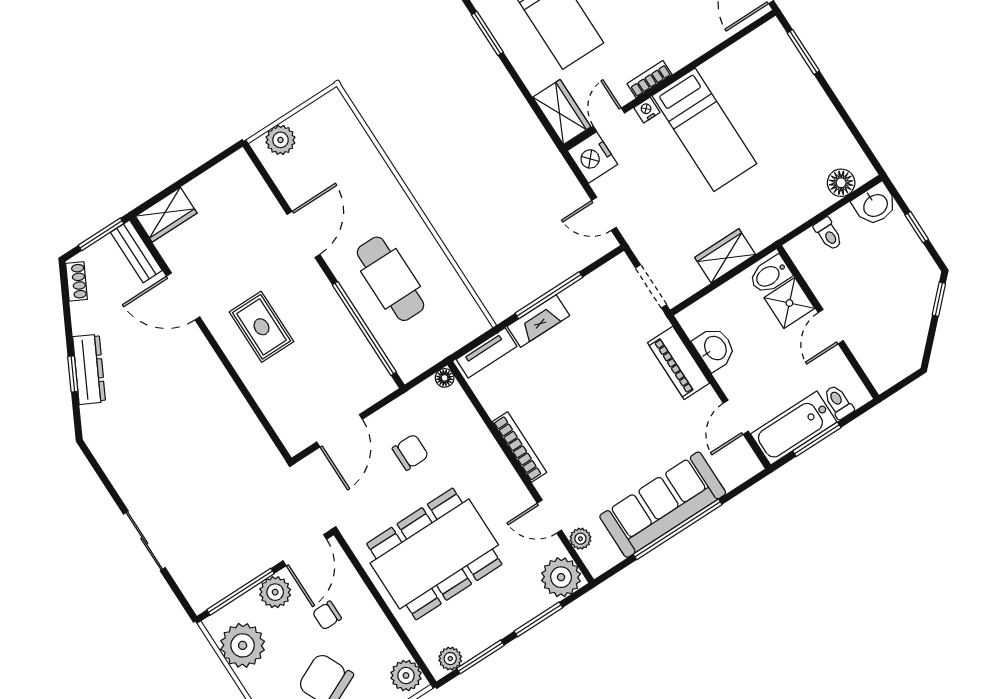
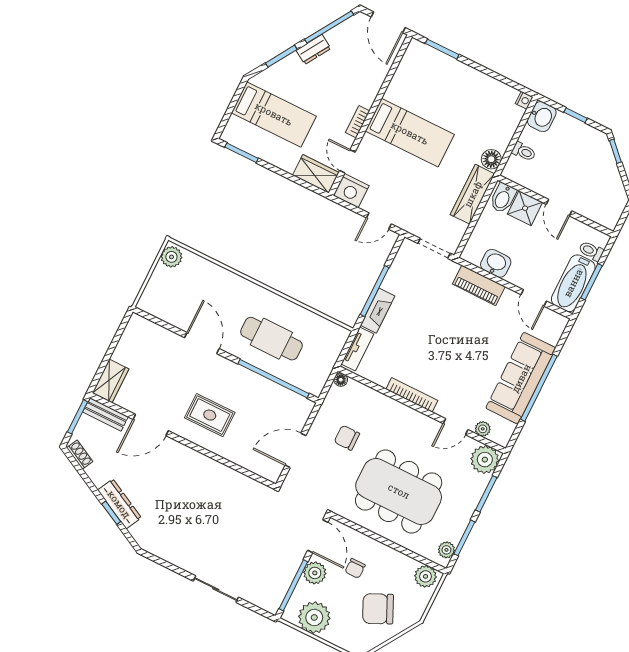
nightstand: (647, 110) -> (524, 100), moved, turned 180
plant: (280, 140) -> (171, 257), moved
floor lamp: (841, 183) -> (491, 159), moved
wardrobe: (725, 256) -> (473, 194), width x1.50
door: (340, 431) -> (296, 450), swing flipped
chair: (410, 452) -> (347, 438), turned -90
dining table: (434, 554) -> (399, 491), turned 90

